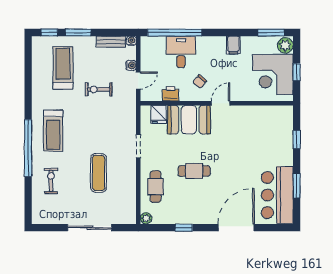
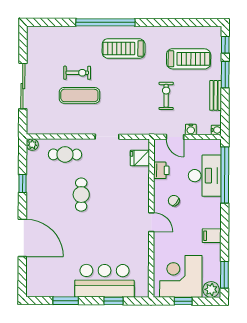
bench: (111, 42) -> (216, 95), moved
desk: (181, 52) -> (205, 176), width x1.37
booth: (189, 120) -> (134, 189), removed
exercise bike: (51, 181) -> (77, 73), moved
bar counter: (277, 195) -> (104, 281), moved

